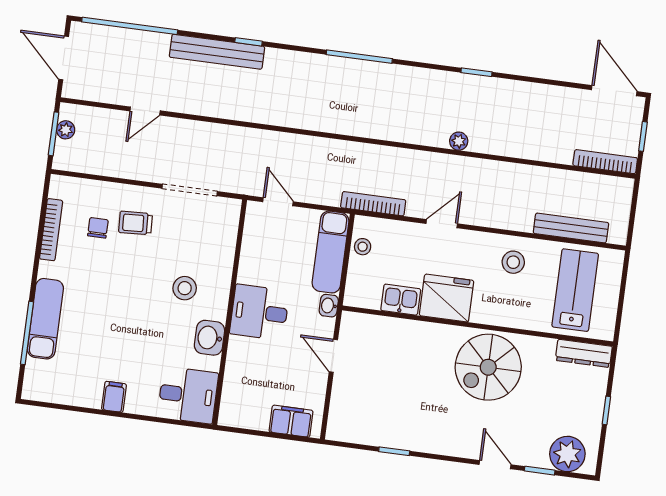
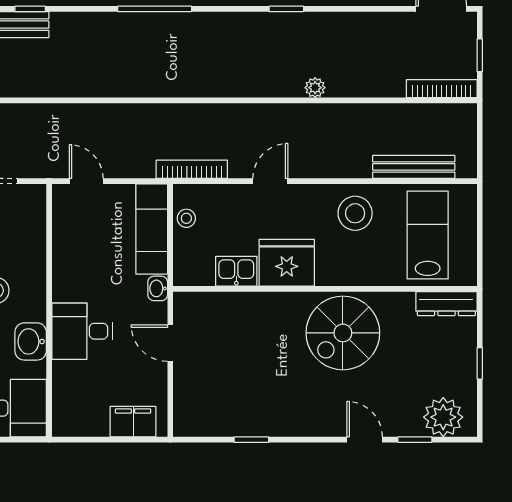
plant: (459, 141) -> (315, 88), moved
stool: (513, 262) -> (355, 213), width x1.38, depth x1.38
desk: (259, 312) -> (82, 331), moved

